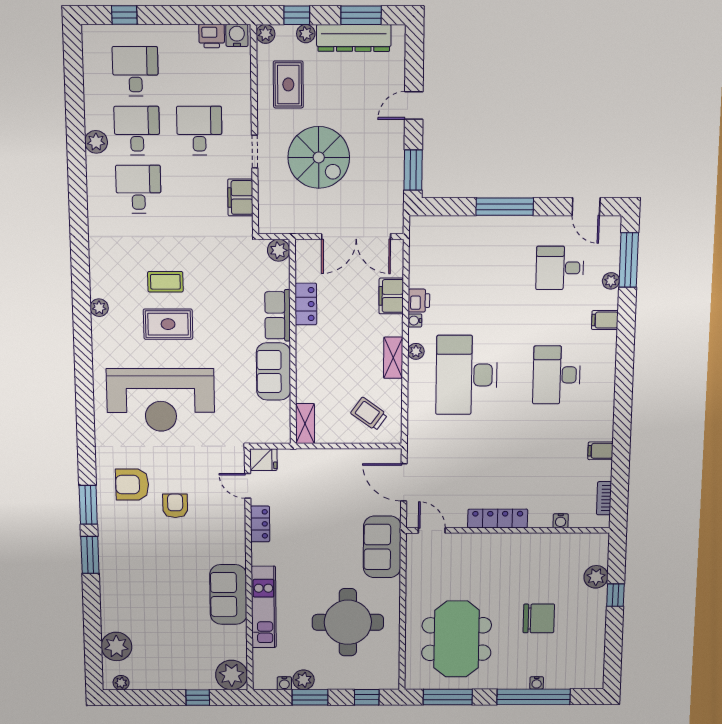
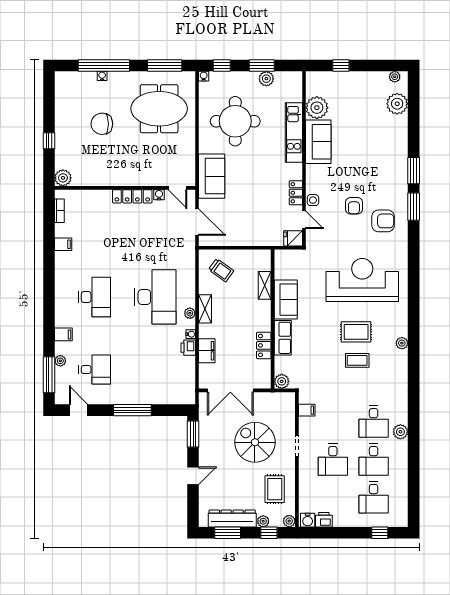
plant: (96, 142) -> (400, 432), moved
filing cabinet: (240, 197) -> (307, 410), width x0.50
double door: (356, 237) -> (230, 390), swing flipped
shelving: (305, 424) -> (265, 285), moved
side table: (235, 514) -> (313, 200), added
water cooler: (561, 521) -> (159, 195), moved
plant: (596, 577) -> (63, 178), moved
meeting table: (457, 639) -> (159, 109), turned 90
plant: (232, 675) -> (317, 108), moved
water cooler: (284, 683) -> (204, 76), moved

